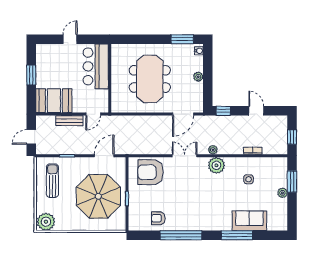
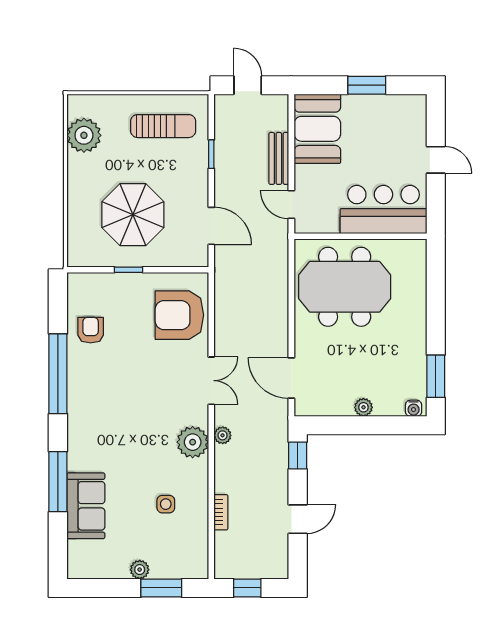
meeting table: (150, 79) -> (345, 287), moved
armchair: (151, 172) -> (179, 315), turned -90
parasol: (98, 196) -> (133, 215), width x0.73, depth x0.73
plant: (46, 222) -> (84, 135), moved

